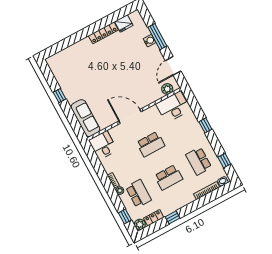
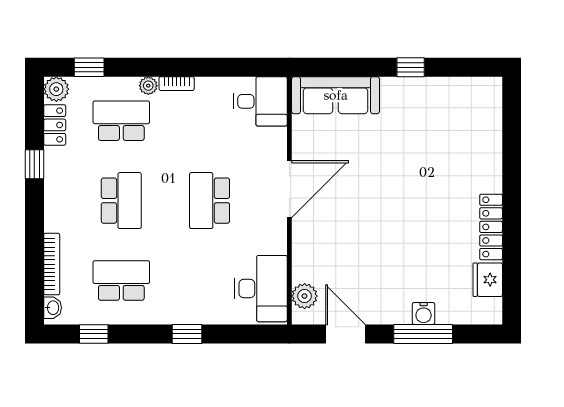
school desk: (169, 177) -> (121, 201), turned 180
school desk: (138, 194) -> (121, 121), turned 180

